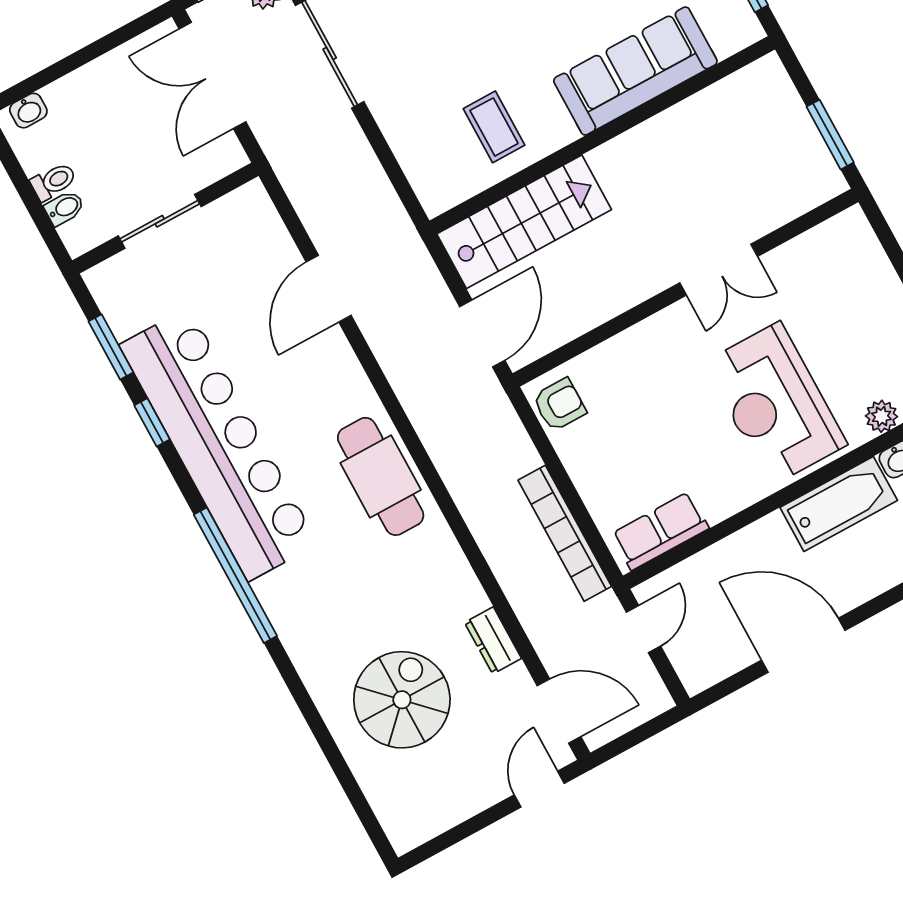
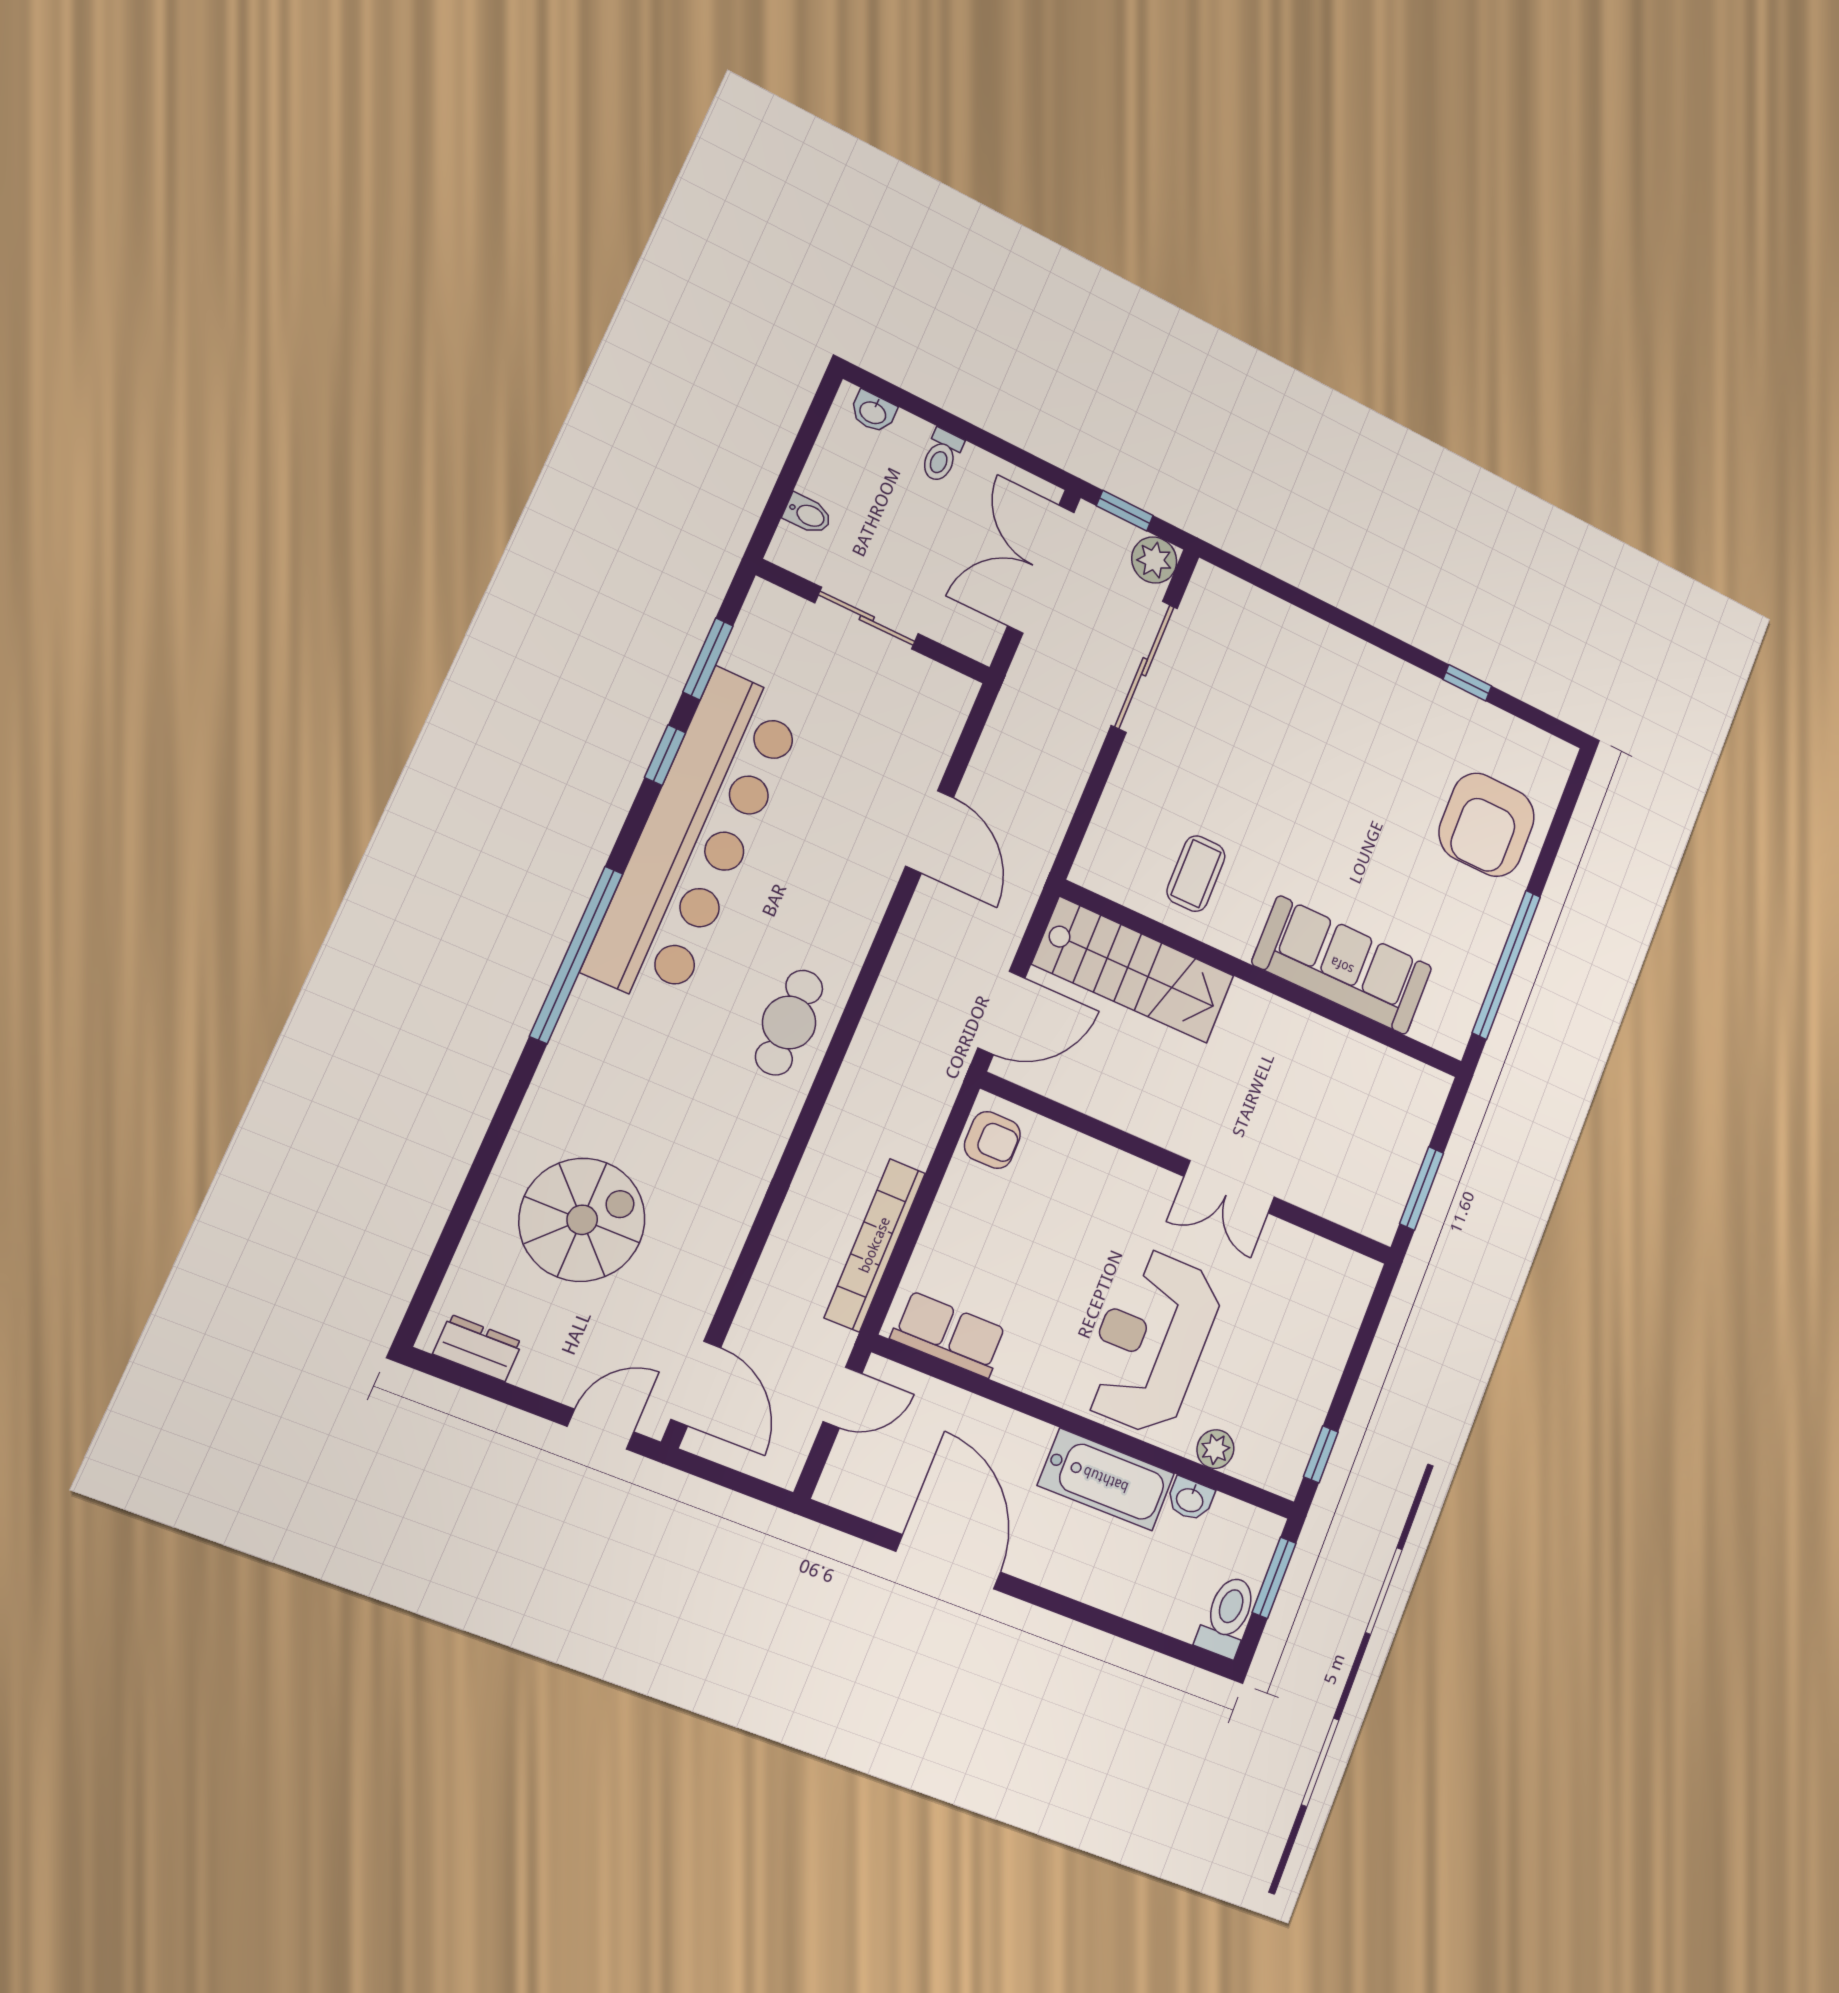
toilet: (53, 181) -> (941, 456), moved, turned 90
door: (329, 289) -> (930, 832), swing flipped
cafe table: (381, 476) -> (789, 1023), width x0.73, depth x0.74
dresser: (493, 640) -> (478, 1348), moved, turned 90

